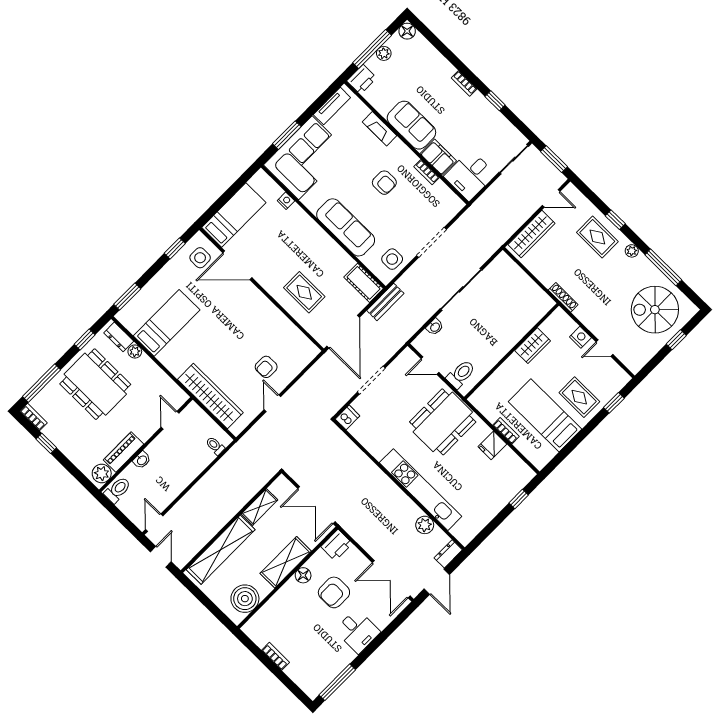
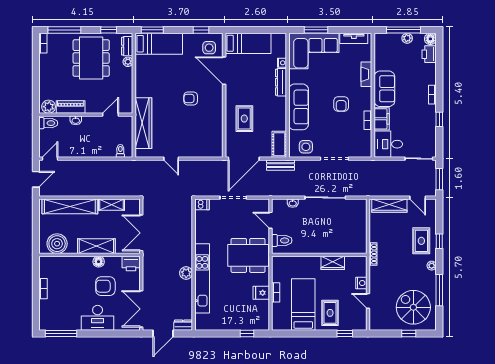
printer: (362, 79) -> (429, 54), moved, turned 90
dresser: (304, 221) -> (281, 82), added
bed: (167, 323) -> (159, 44), moved
armchair: (266, 367) -> (191, 98), moved
door: (272, 403) -> (171, 159), swing flipped
window: (46, 443) -> (36, 63), removed
plant: (425, 525) -> (186, 273), moved
desk: (357, 631) -> (98, 318), width x1.37

